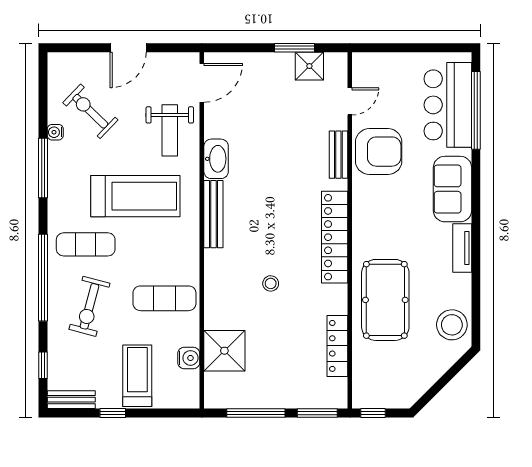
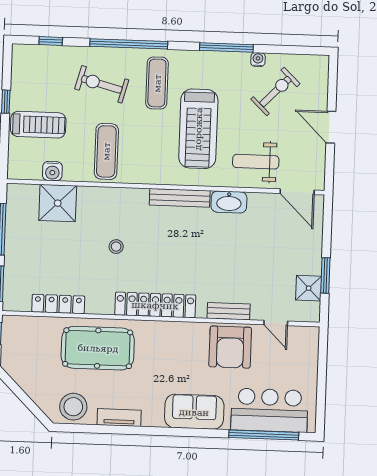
tv unit: (462, 248) -> (119, 418), moved
bench: (71, 400) -> (19, 65), removed

